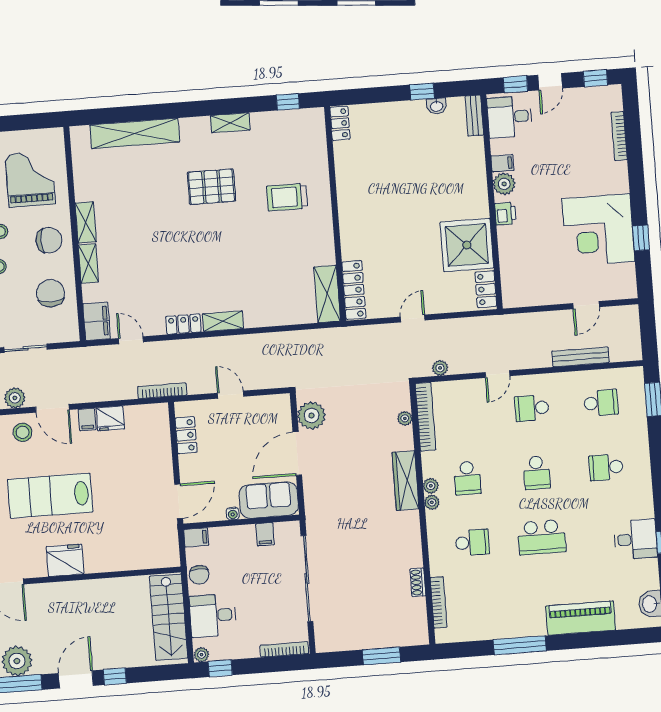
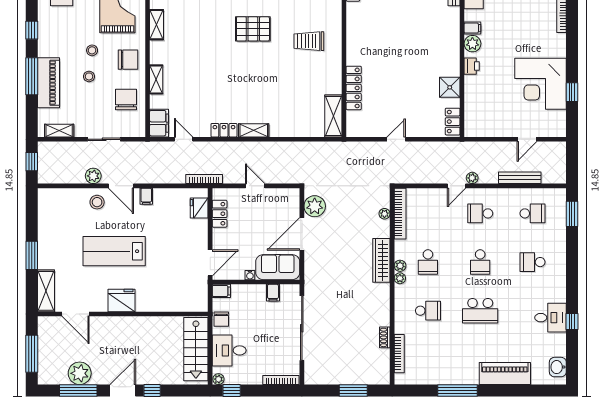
shelving: (86, 223) -> (157, 25), moved
shower: (467, 245) -> (450, 87), width x0.54, depth x0.54
locker: (354, 290) -> (354, 88), moved
plant: (440, 368) -> (472, 178), moved
fridge: (110, 418) -> (199, 208), moved, turned 90

